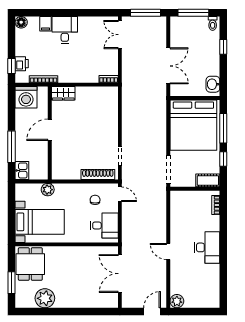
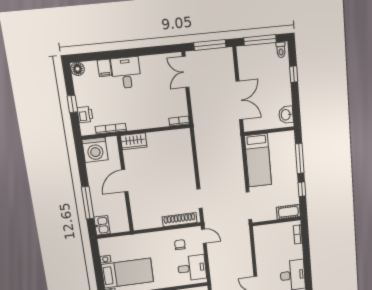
window: (12, 66) -> (72, 104), moved
bed: (193, 125) -> (258, 160), width x0.49
plant: (48, 190) -> (131, 241), removed

